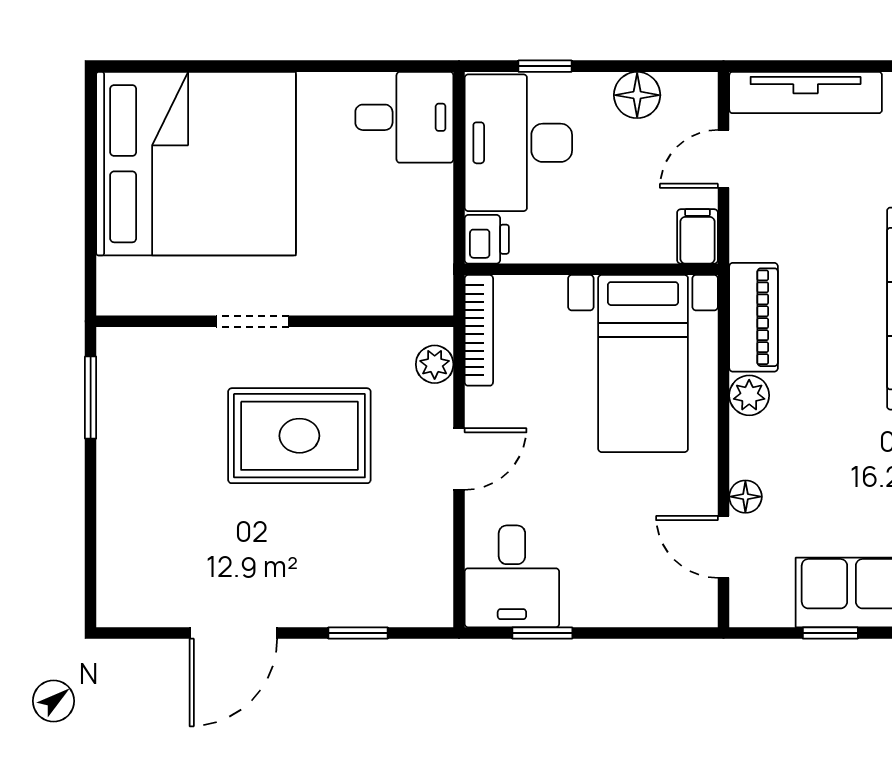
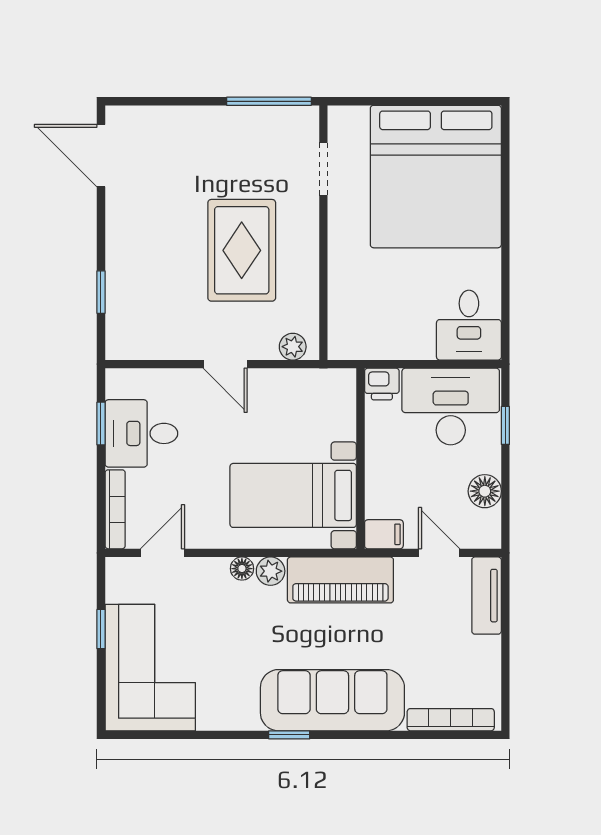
tv unit: (806, 93) -> (487, 596), width x0.71
piano: (754, 317) -> (340, 580), width x1.37, depth x1.33
doorway: (252, 321) -> (323, 169), moved
bookcase: (479, 330) -> (115, 509), moved, turned -90
window: (91, 398) -> (269, 101), width x1.44
floor lamp: (745, 497) -> (242, 569), moved
desk: (512, 576) -> (141, 433), moved
door: (233, 633) -> (101, 156), moved

